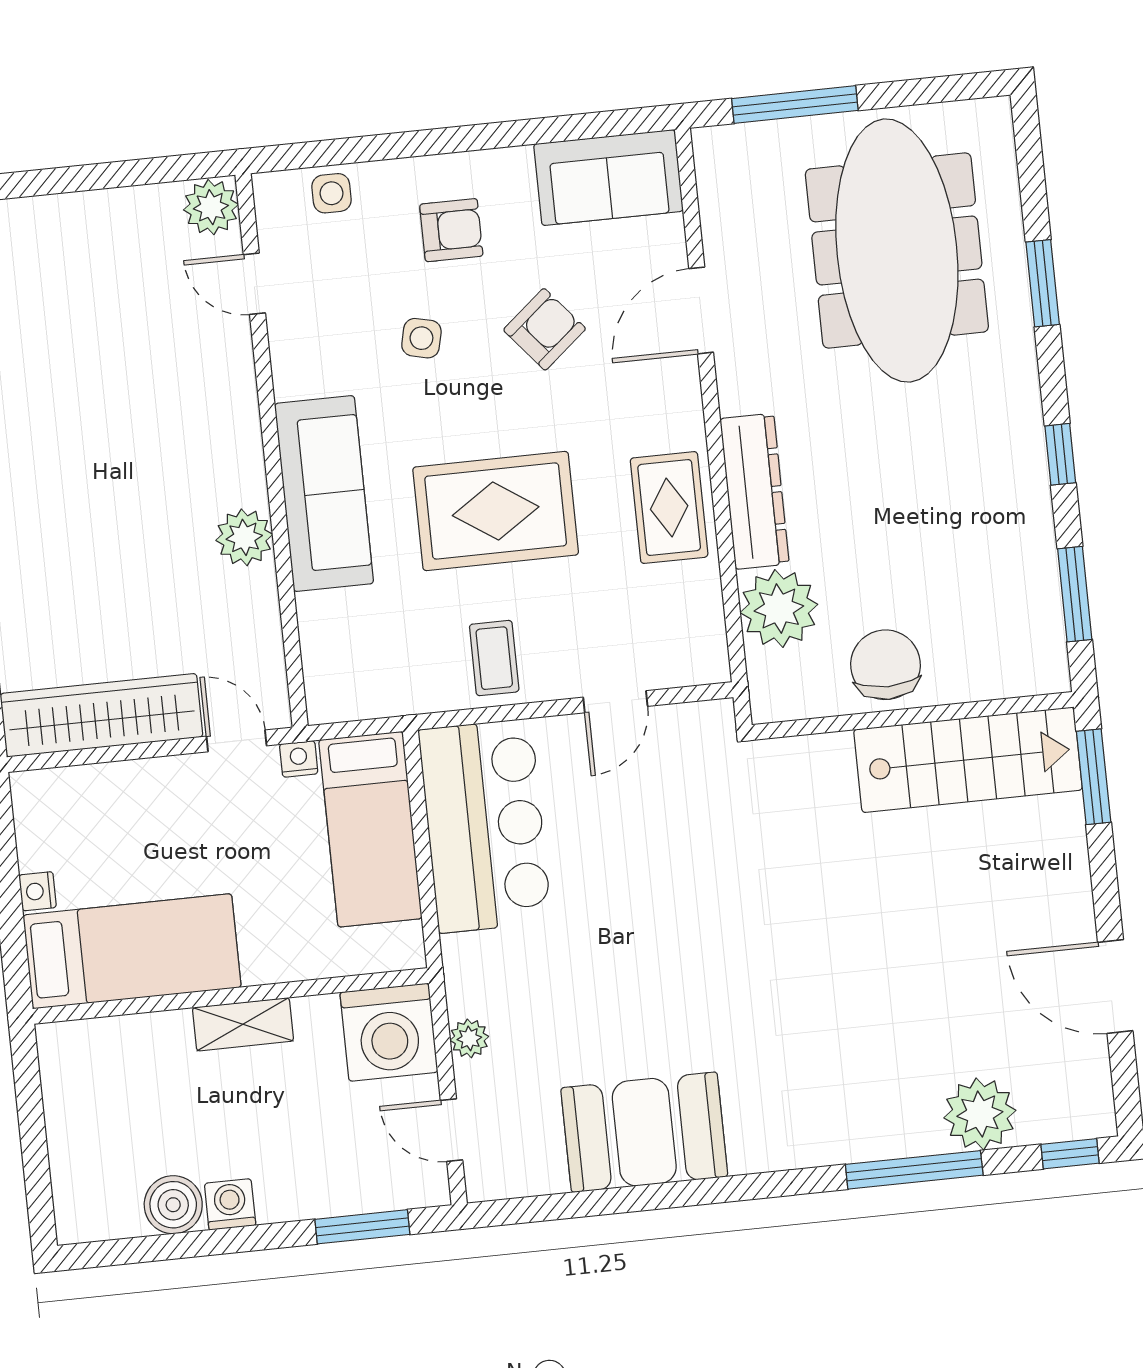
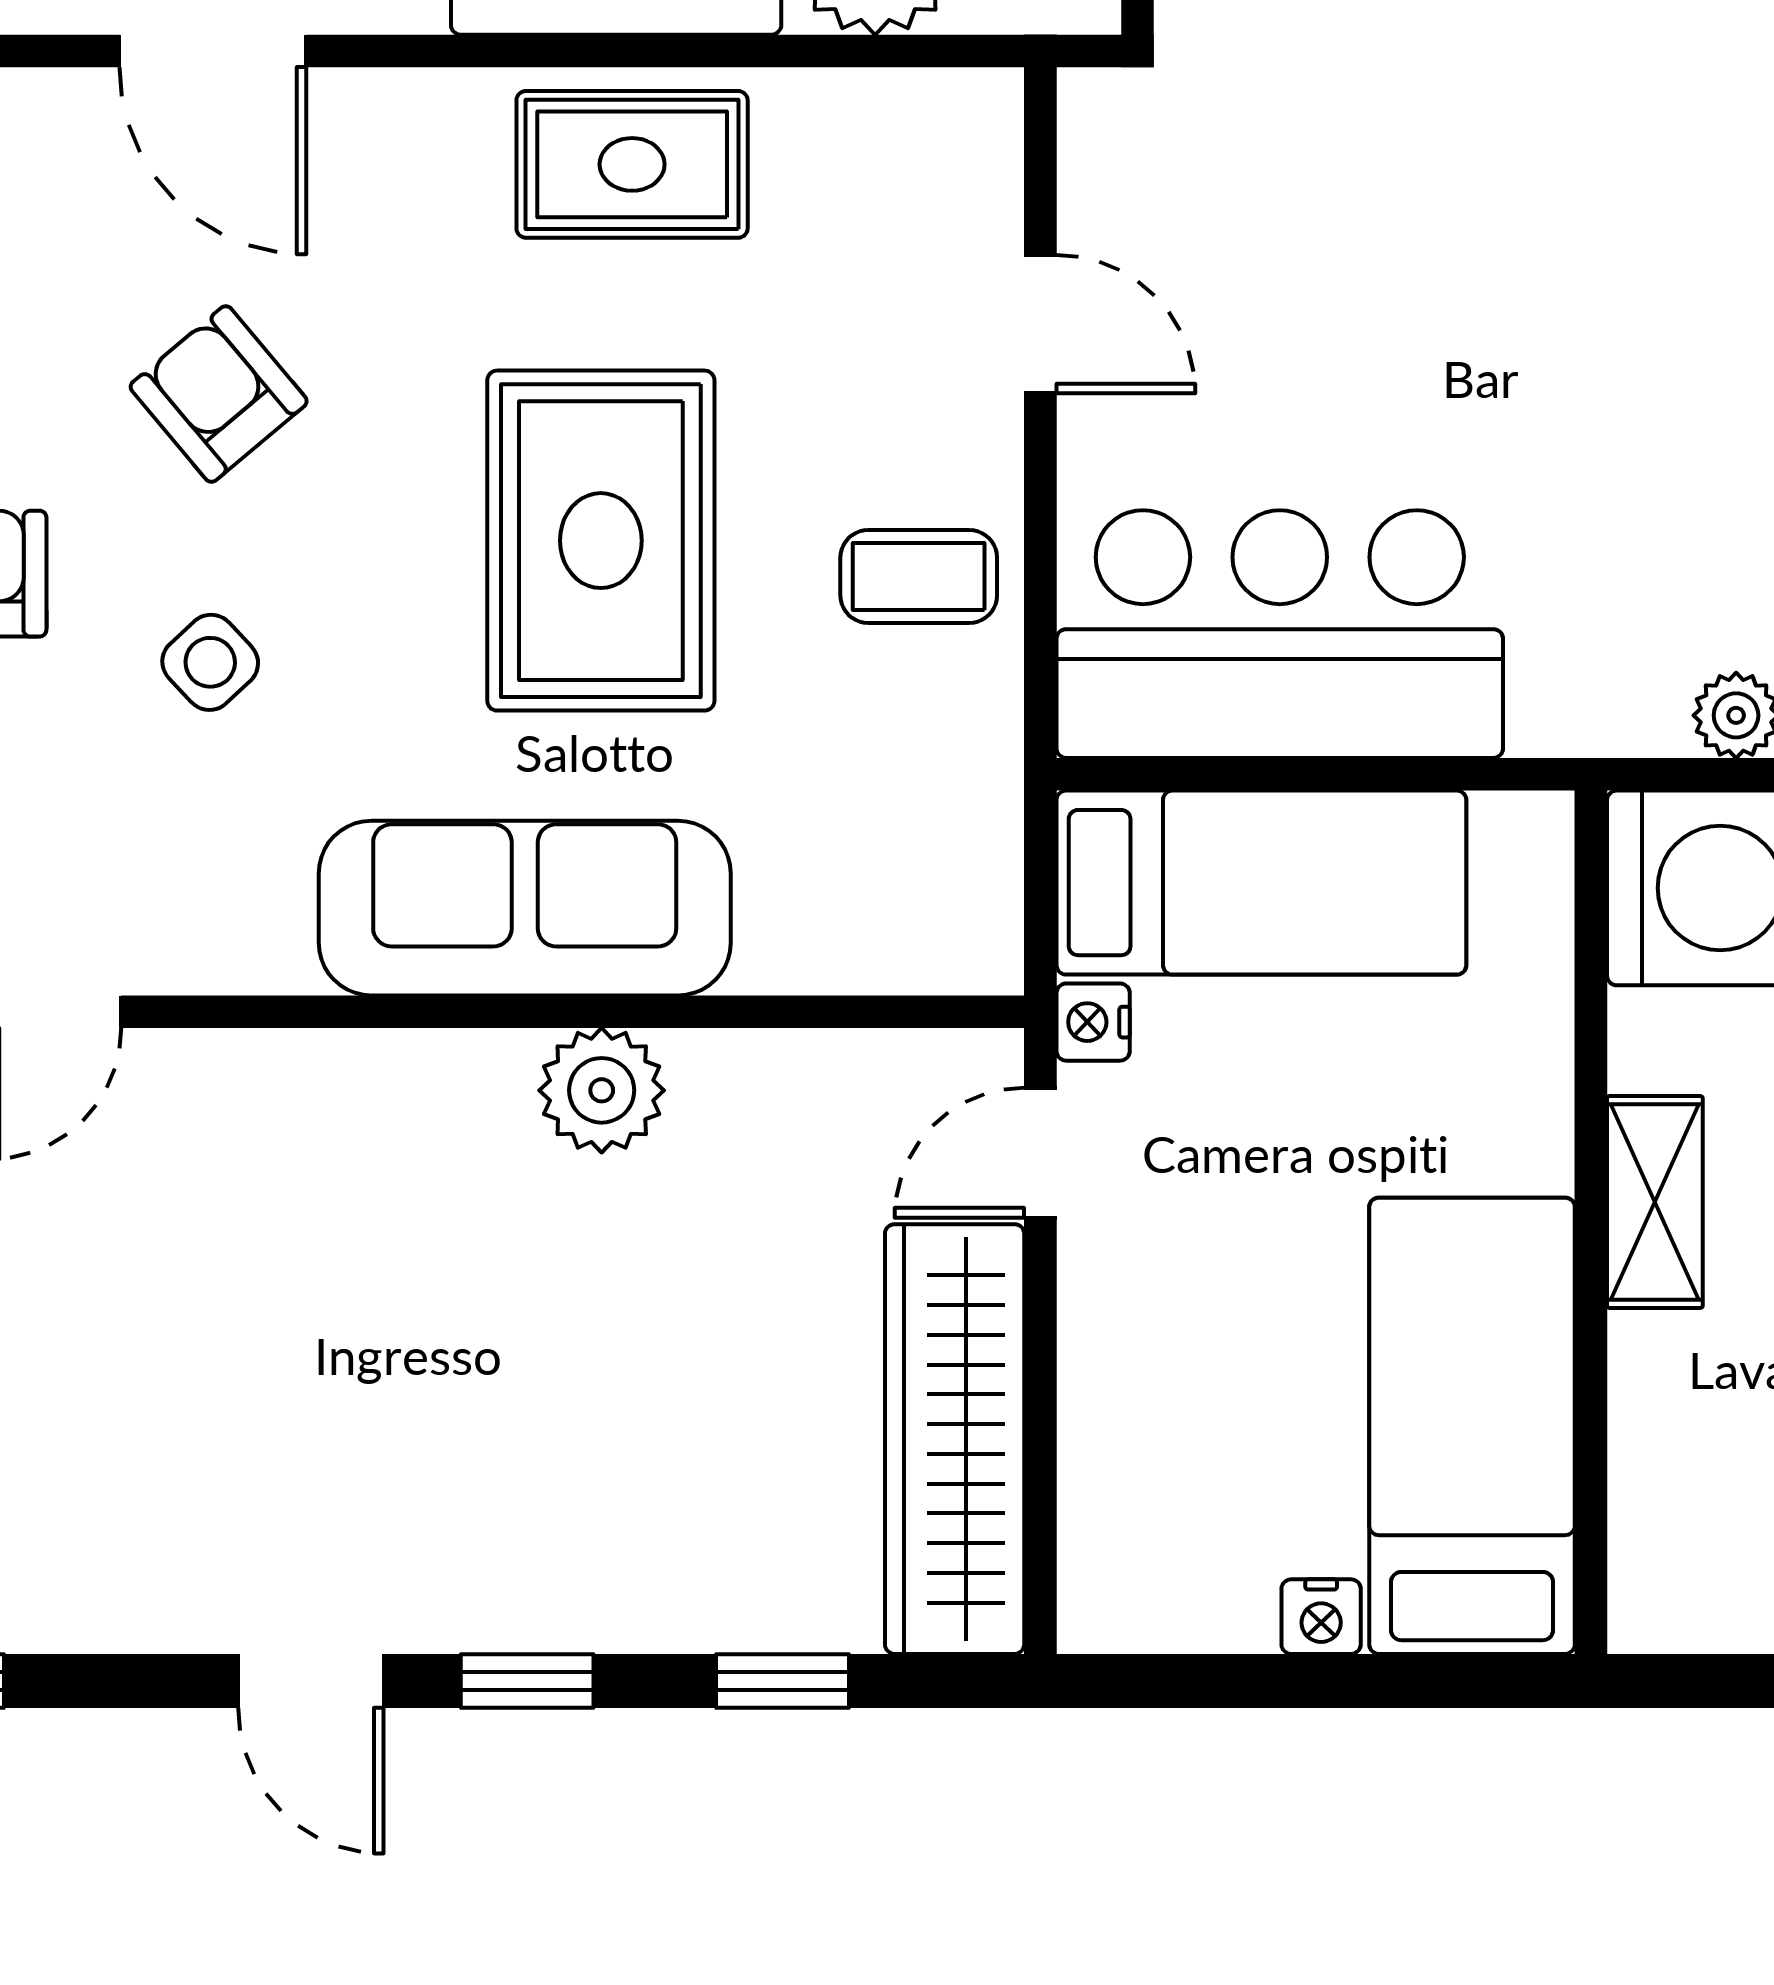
side table: (421, 338) -> (210, 662), turned 34

